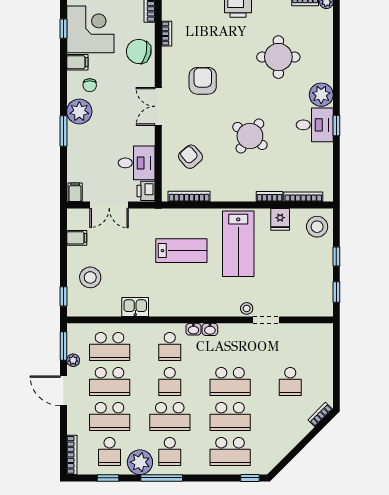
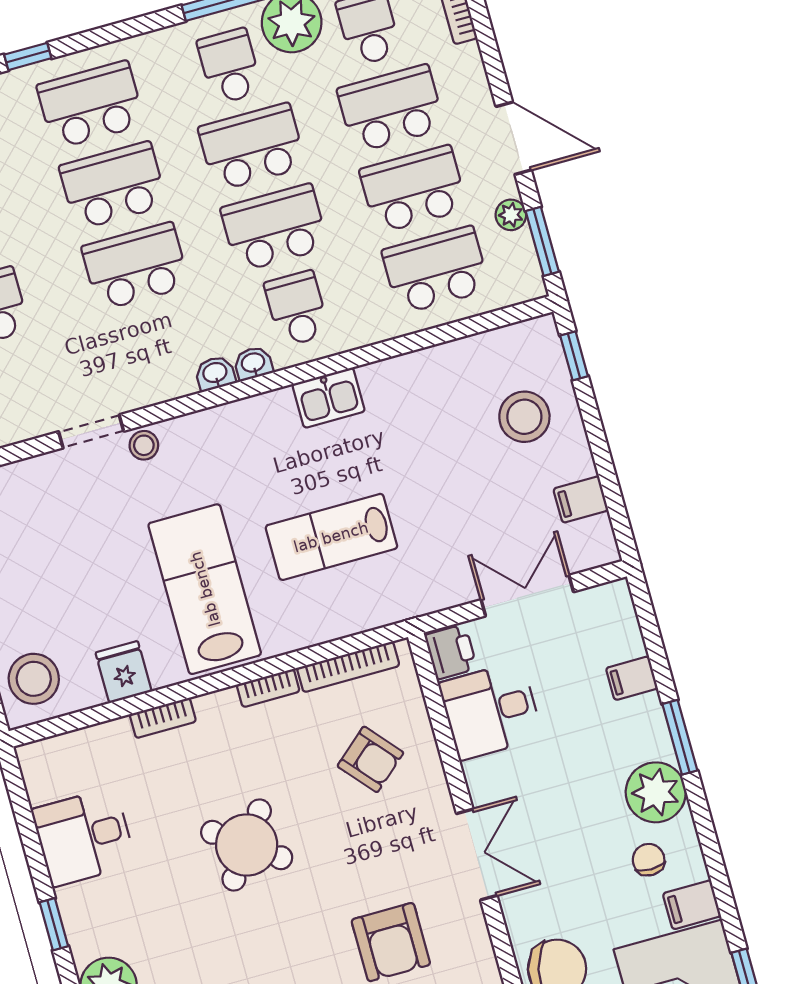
desk: (315, 125) -> (84, 837), moved
filing cabinet: (75, 192) -> (632, 678), moved, turned 90
bookcase: (303, 197) -> (268, 688), moved, width x0.64
kitchen sink: (135, 307) -> (329, 398), moved
school desk: (170, 381) -> (274, 228), width x1.85

